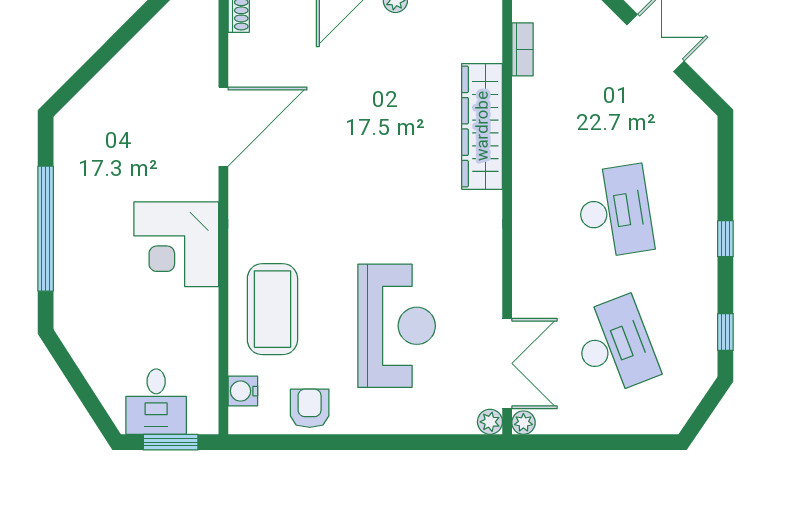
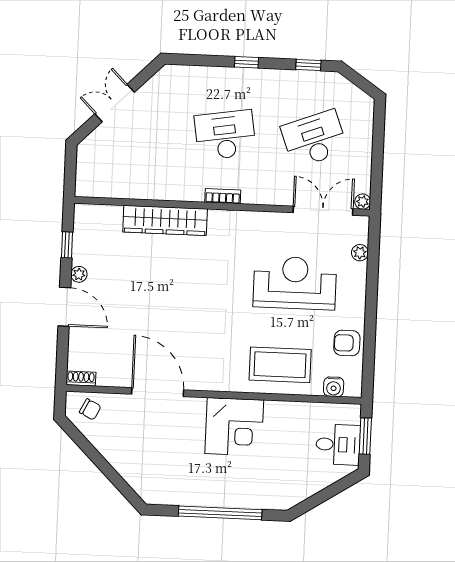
chair: (193, 26) -> (90, 409), added
bookcase: (522, 49) -> (223, 196), moved
plant: (490, 422) -> (360, 253), moved

